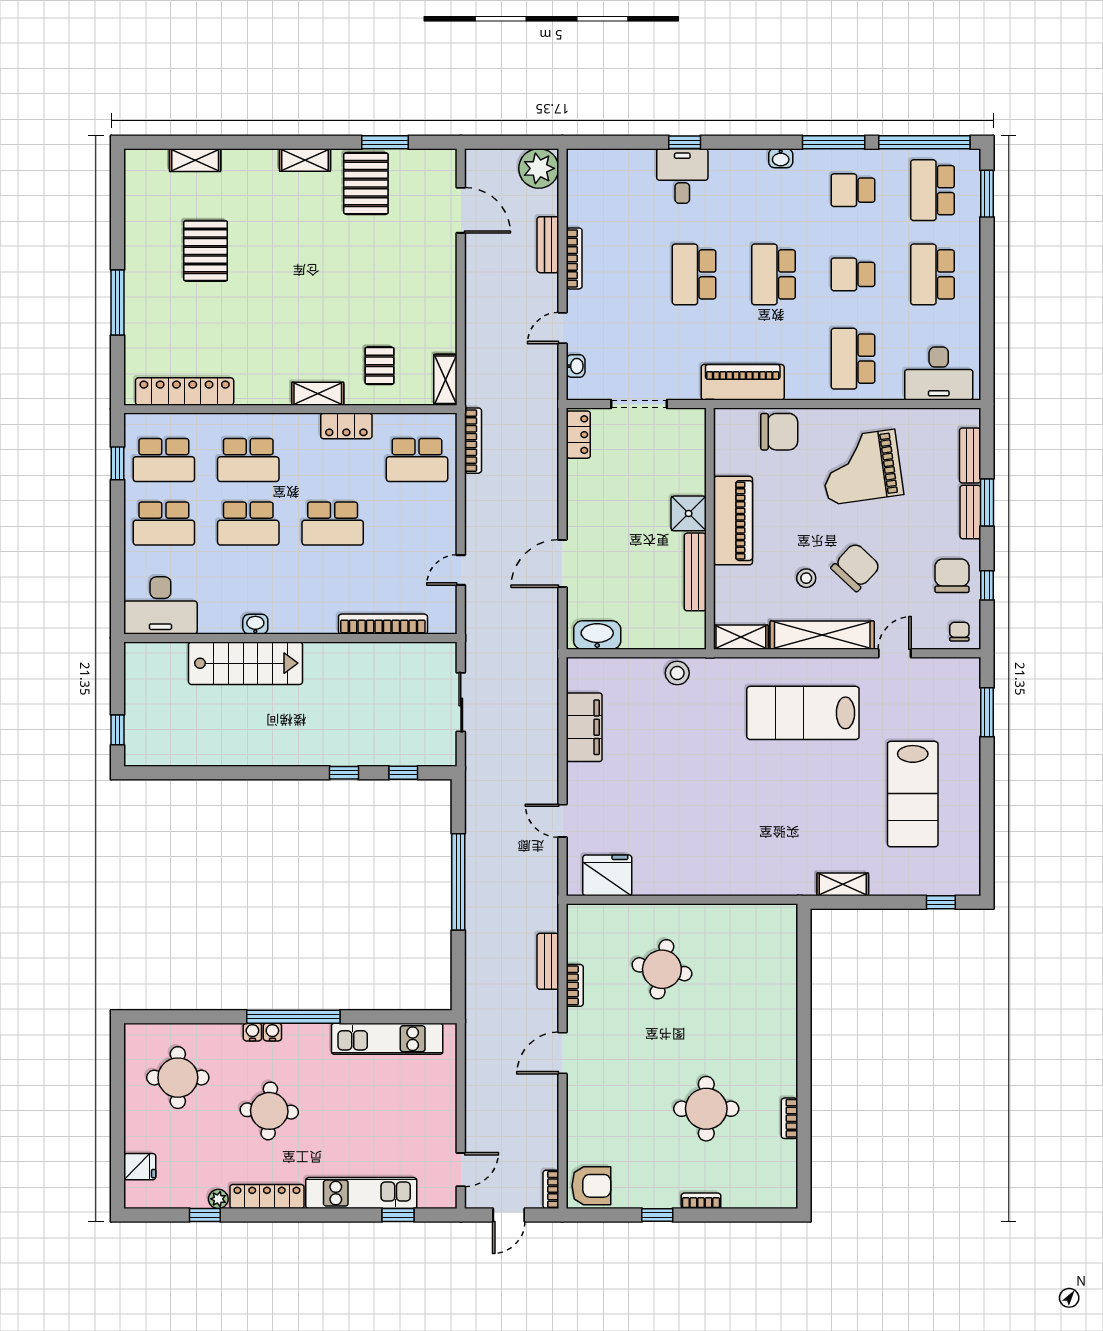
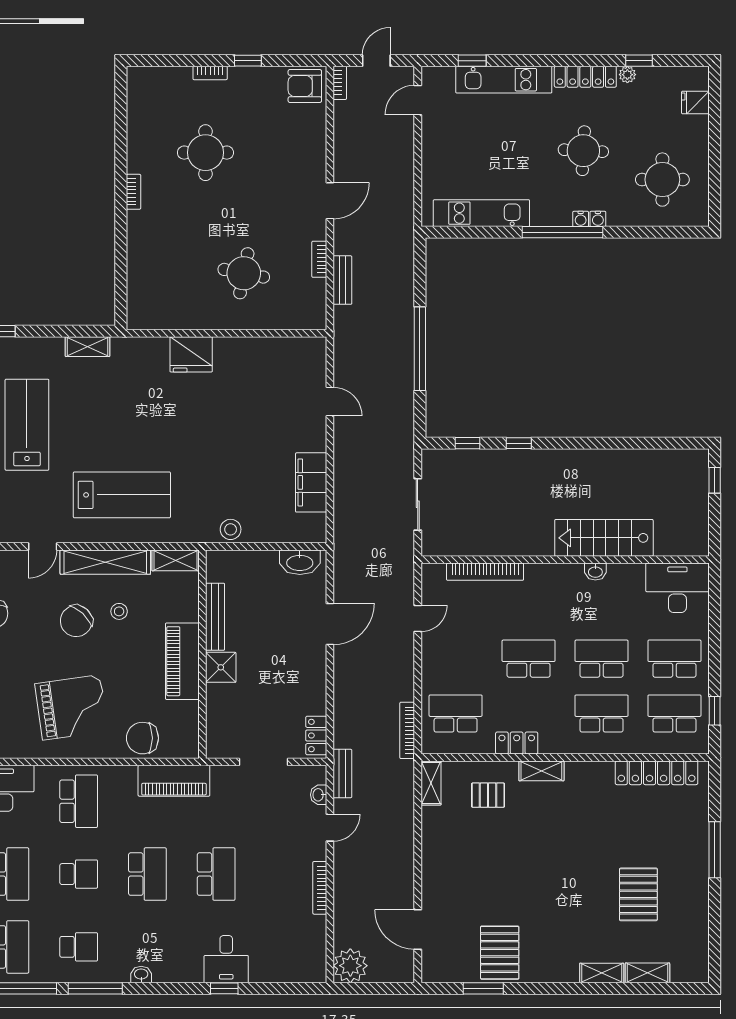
shelving: (305, 160) -> (602, 973), moved
bench: (548, 245) -> (342, 773), moved
pallet: (379, 366) -> (488, 795), turned 90
fridge: (607, 875) -> (191, 354), moved
bookcase: (790, 1118) -> (133, 192), moved

